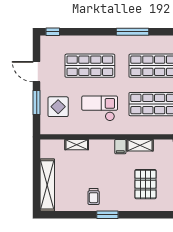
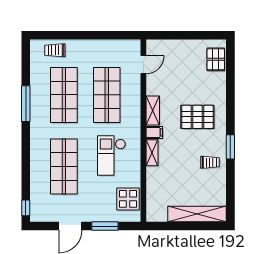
window: (132, 32) -> (26, 104), moved
display table: (58, 107) -> (128, 199), moved
shelving: (77, 145) -> (152, 153), moved
pallet: (145, 184) -> (197, 117), moved

